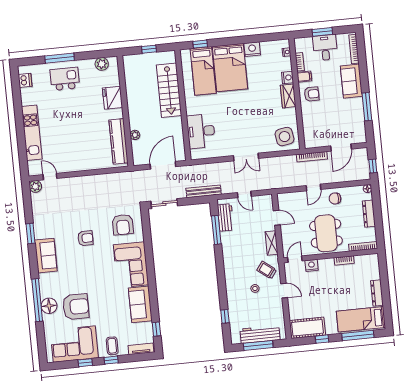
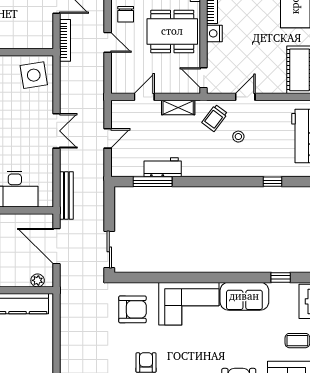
plant: (135, 135) -> (38, 280), moved
bench: (204, 191) -> (66, 196), moved
workbench: (226, 218) -> (163, 167), moved
nightstand: (312, 265) -> (214, 33), moved

